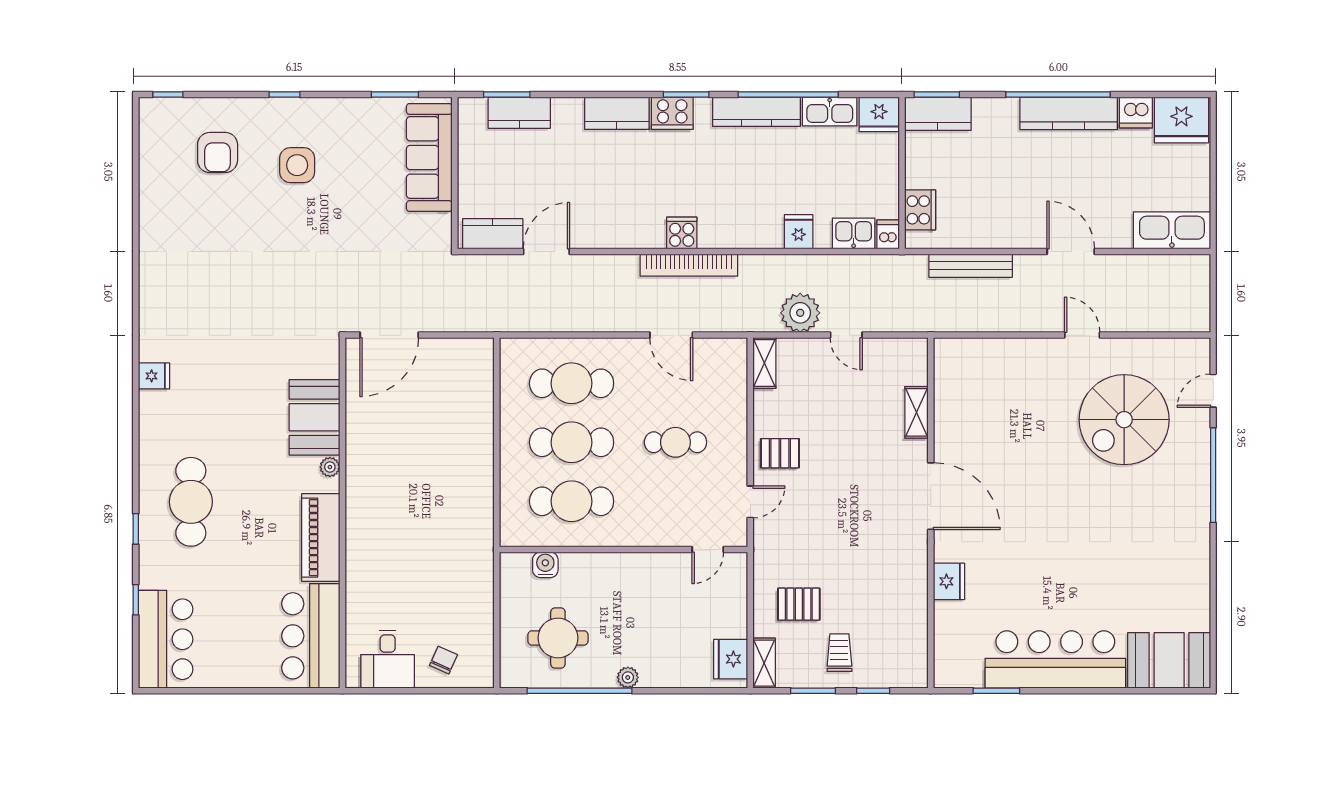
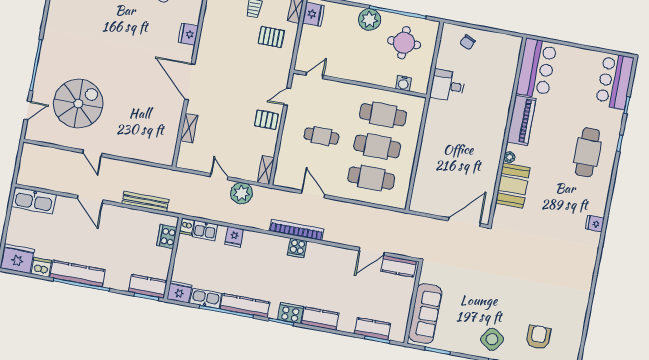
side table: (297, 165) -> (492, 339), moved, turned 35
desk: (388, 659) -> (448, 86), moved, turned -90
plant: (628, 677) -> (369, 20), width x1.88, depth x1.88

